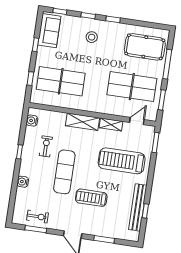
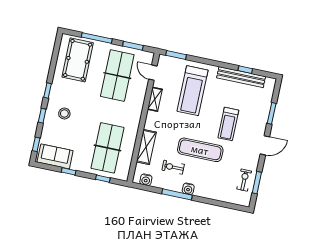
shelving: (83, 122) -> (146, 147), moved
window: (19, 152) -> (177, 194), width x2.17
water cooler: (23, 182) -> (188, 189), moved

